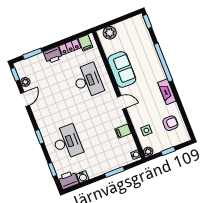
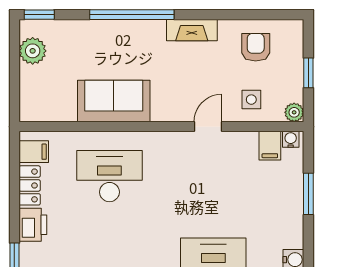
plant: (110, 33) -> (33, 51), moved
door: (122, 102) -> (208, 127), moved
filing cabinet: (123, 131) -> (270, 146), moved

